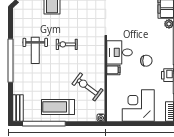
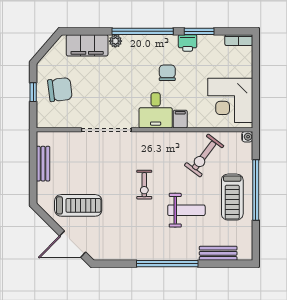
weight bench: (35, 50) -> (186, 210), moved
corner desk: (138, 105) -> (230, 100), moved
bench: (18, 108) -> (218, 253), moved
window: (44, 124) -> (256, 190), moved

